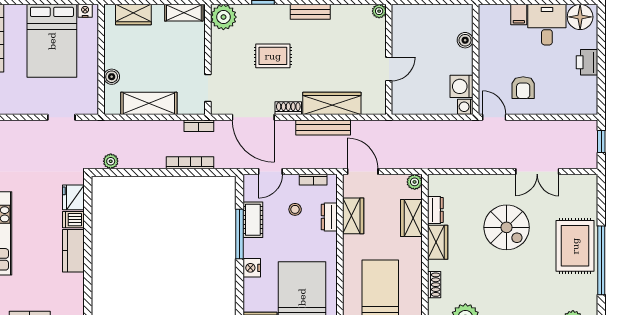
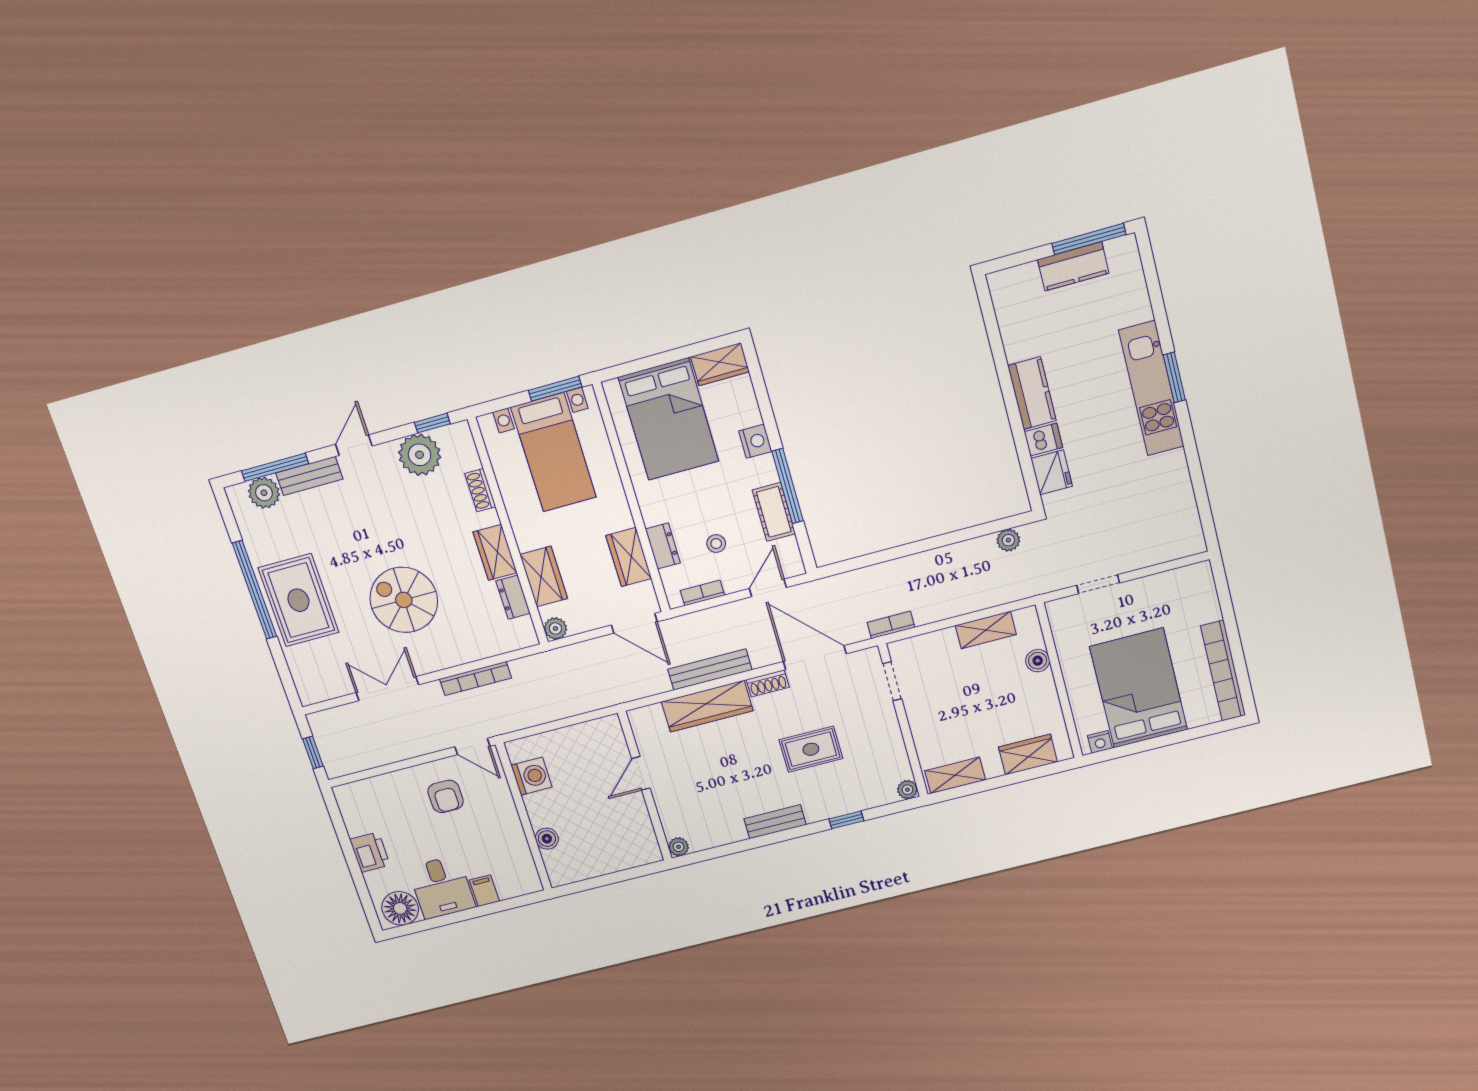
plant: (223, 17) -> (907, 790), width x0.53, depth x0.53
armchair: (523, 88) -> (446, 796), turned 180
shelving: (149, 103) -> (986, 630), width x0.67, depth x0.75
washing machine: (465, 107) -> (517, 750), removed
bookcase: (190, 163) -> (476, 678), moved

